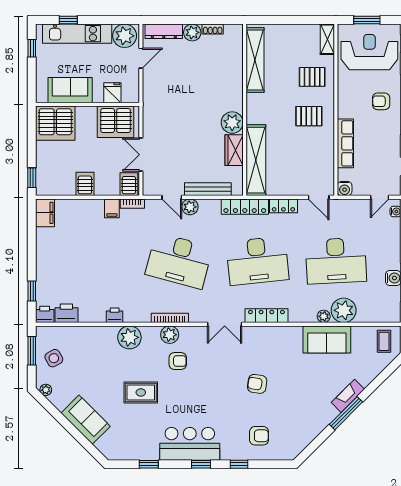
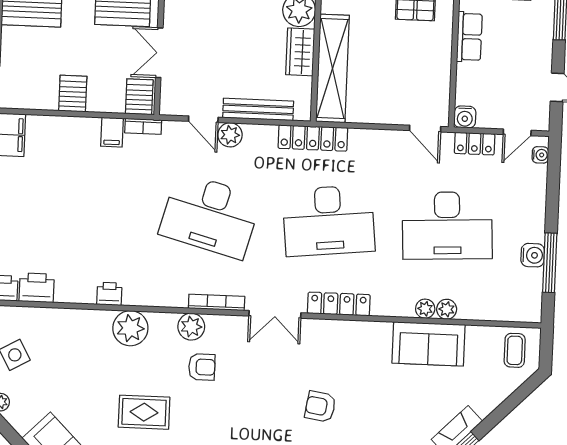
row of seats: (345, 143) -> (469, 37), width x0.68
locker: (283, 206) -> (475, 144), moved
plant: (344, 310) -> (447, 309), width x0.53, depth x0.53
bookcase: (170, 318) -> (217, 302), moved

